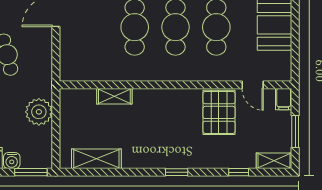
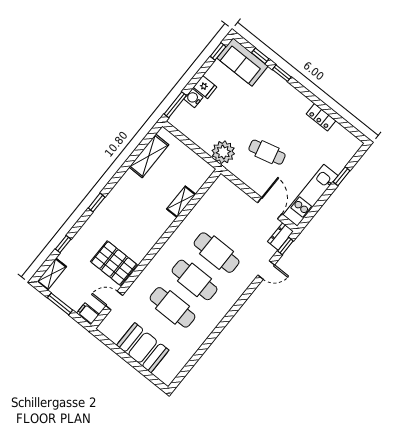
plant: (39, 112) -> (223, 152), moved

